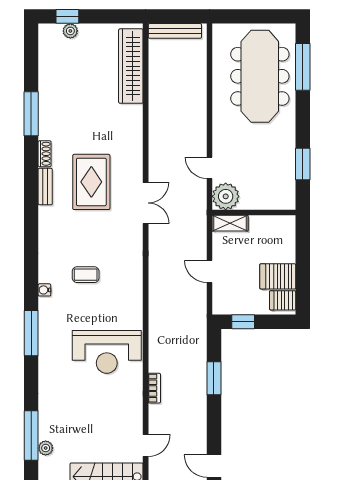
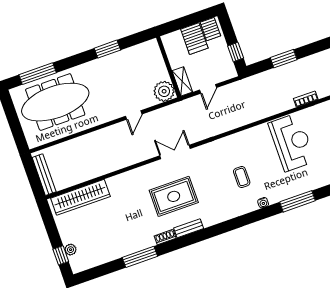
plant: (226, 196) -> (164, 91), moved
wall: (254, 213) -> (169, 67), moved
shelving: (230, 223) -> (182, 81), moved

